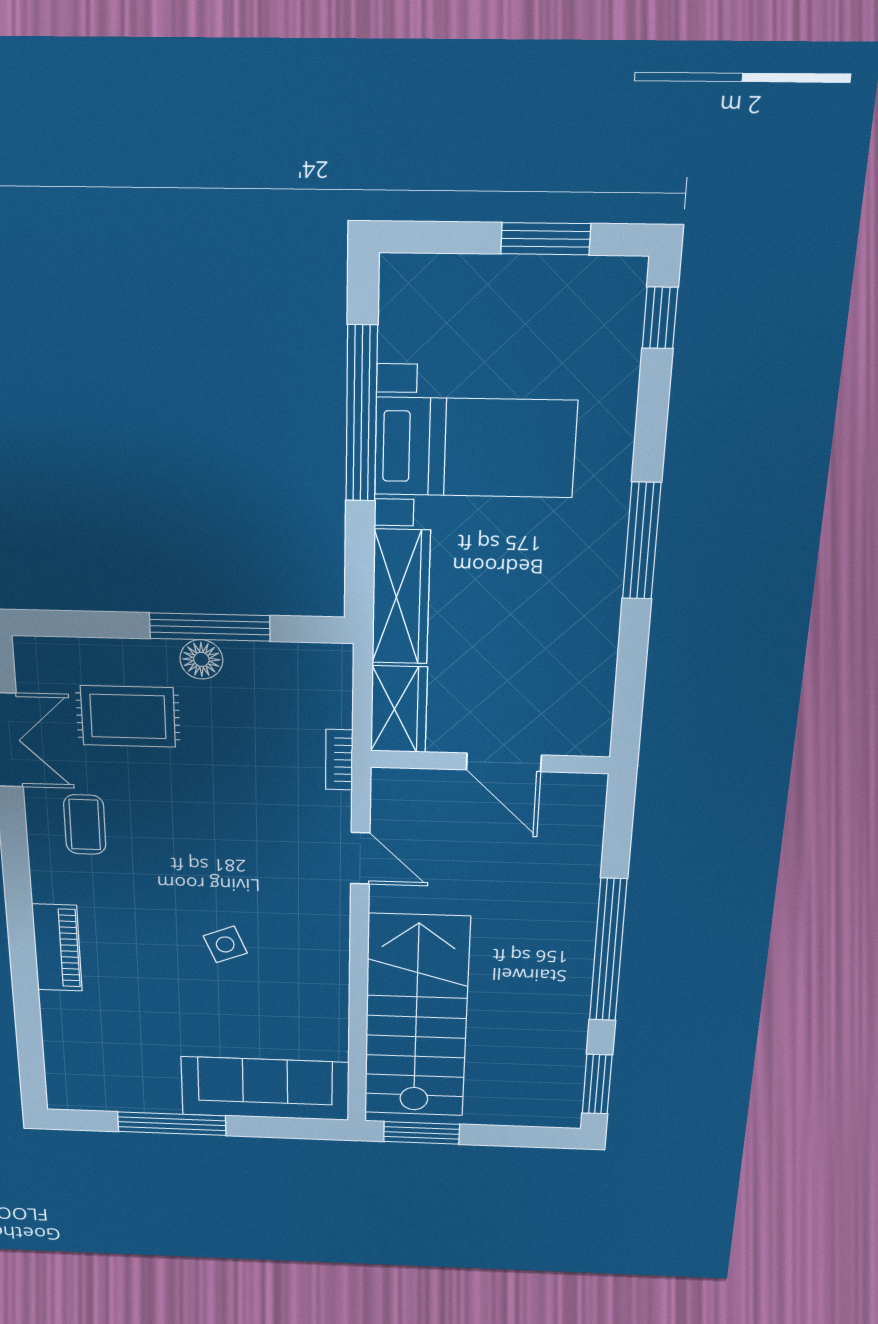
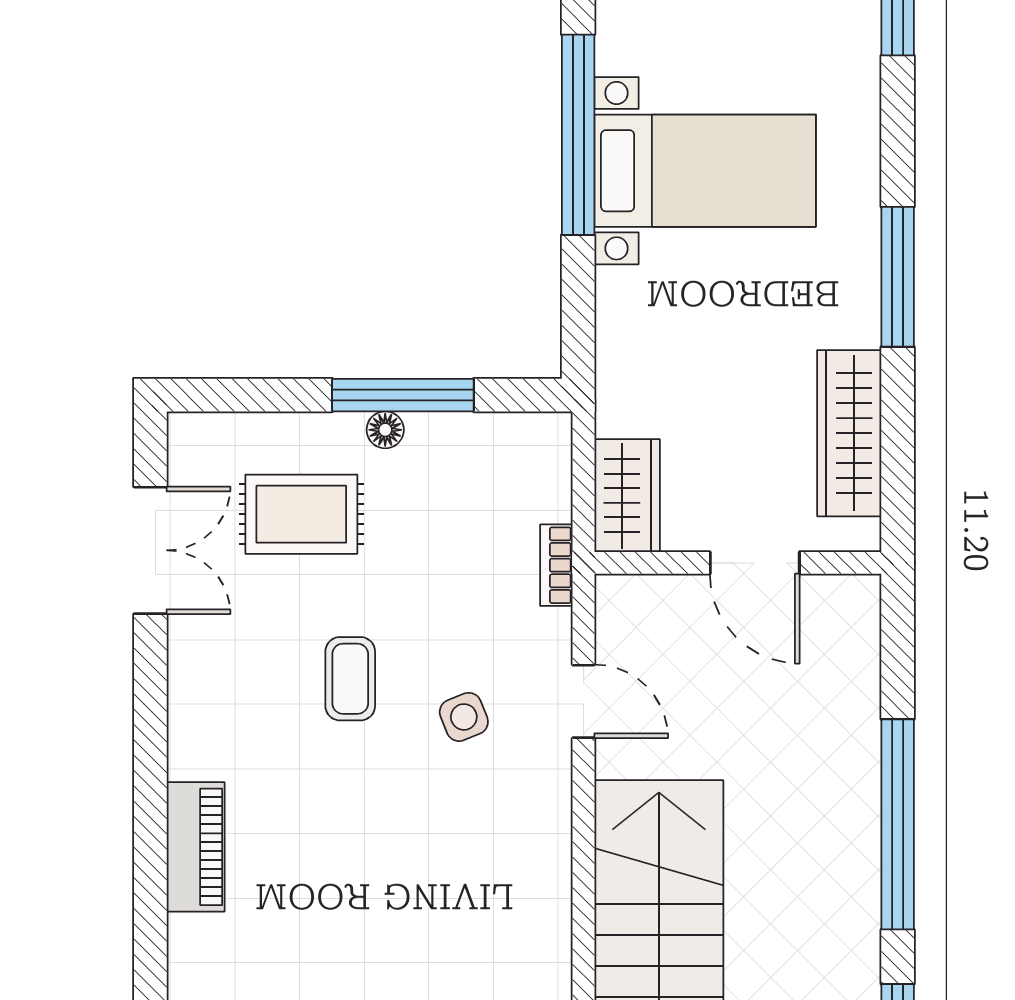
wardrobe: (401, 597) -> (849, 433), moved, turned 180
floor lamp: (201, 659) -> (385, 430), width x0.73, depth x0.73
coffee table: (85, 825) -> (350, 679), moved
side table: (225, 944) -> (464, 717), moved

